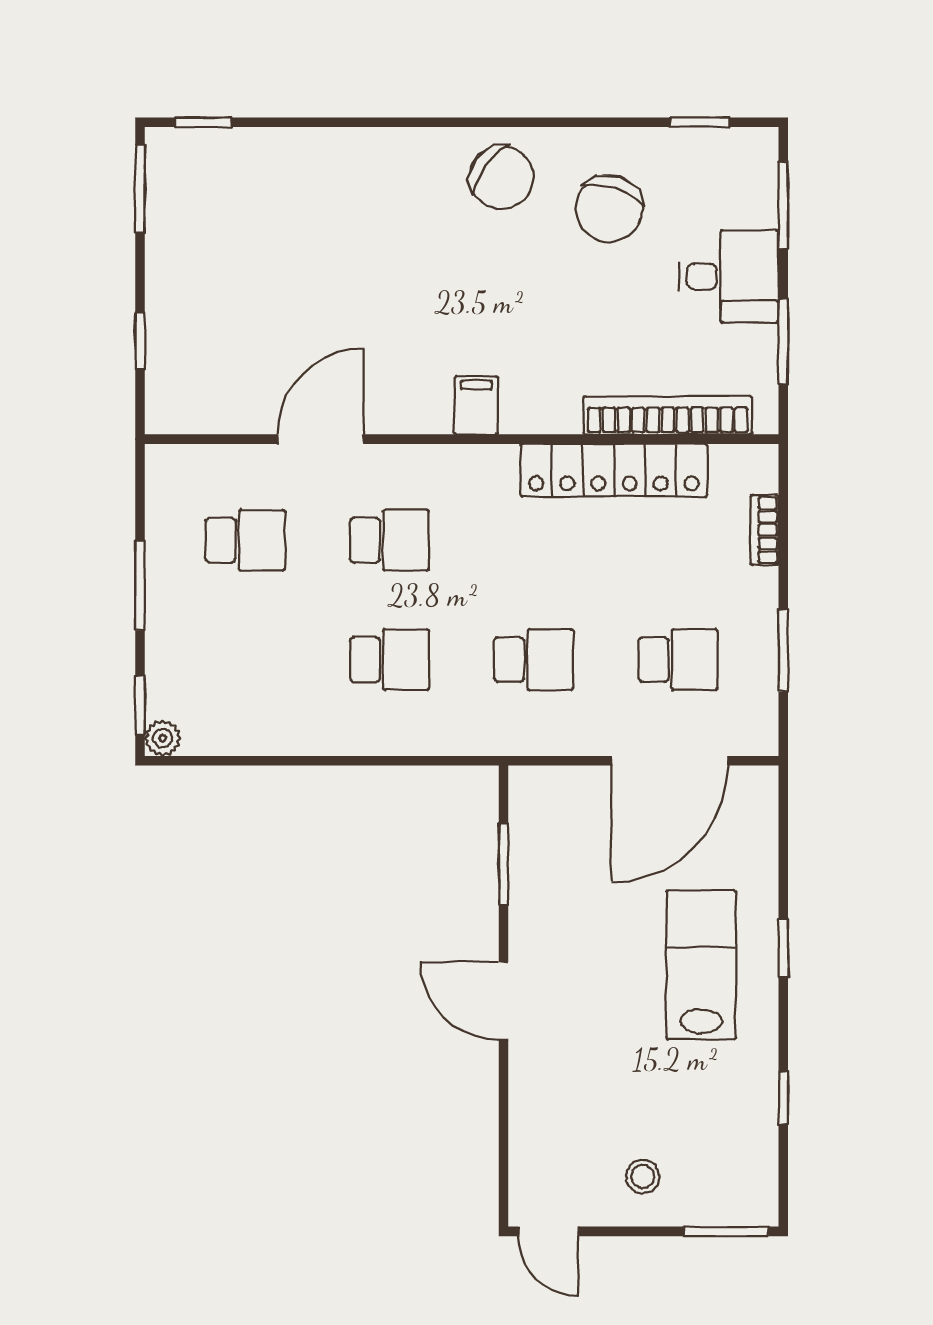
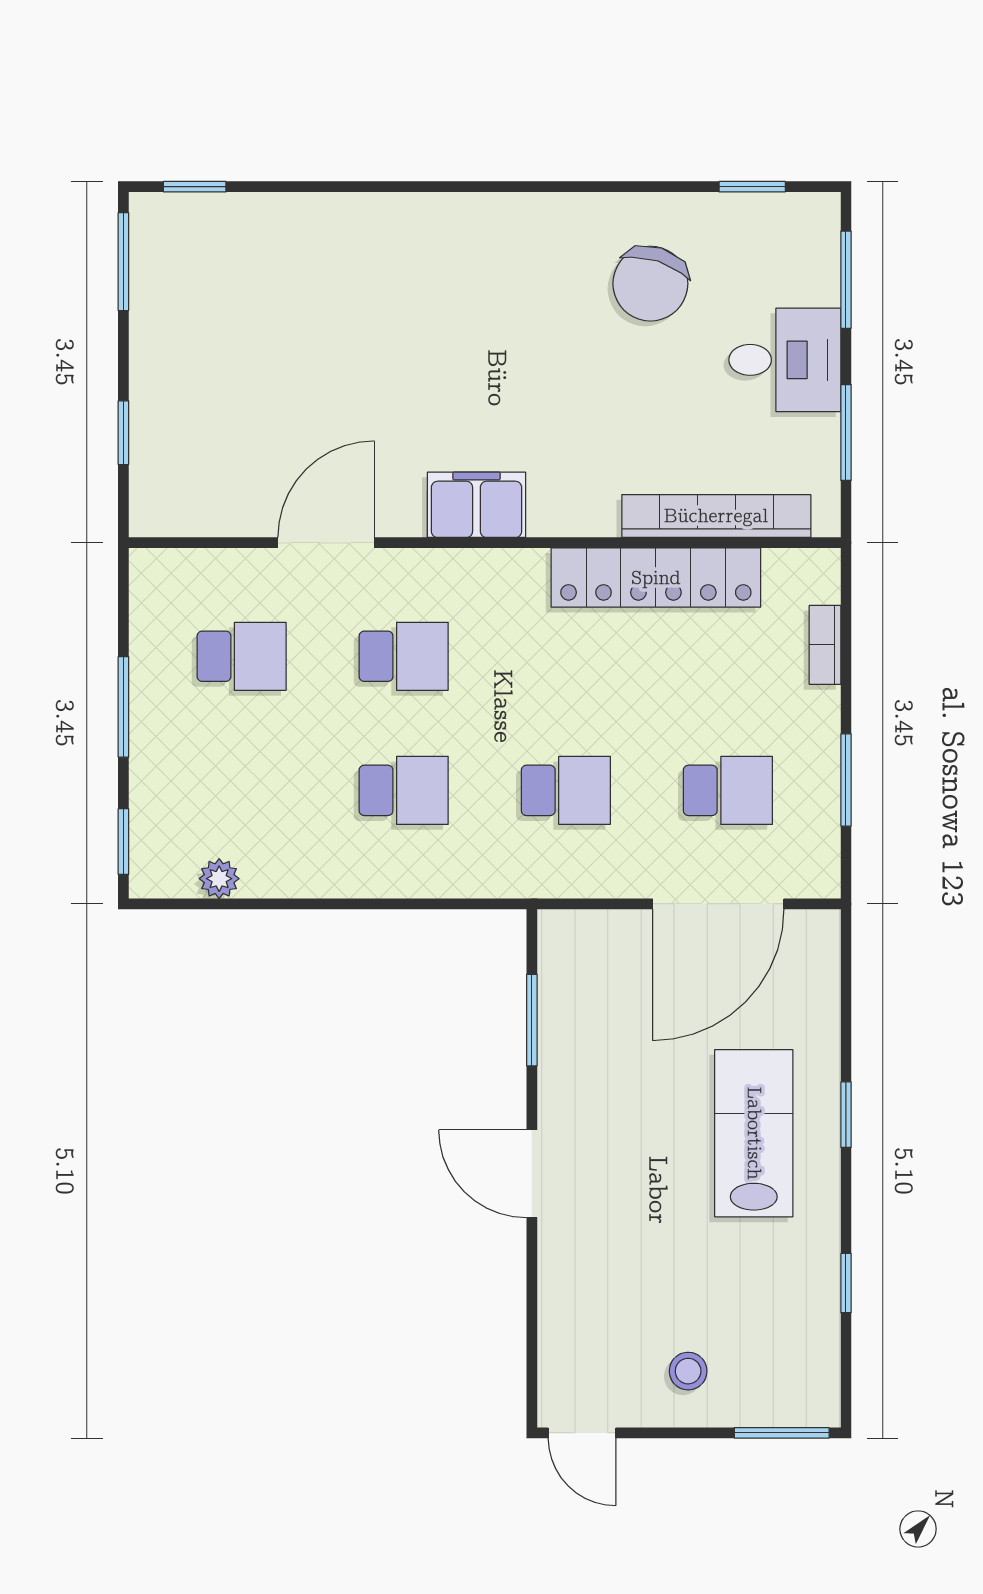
chair: (502, 177) -> (530, 249), removed
filing cabinet: (476, 405) -> (476, 505), width x2.00
plant: (163, 738) -> (219, 879), moved

